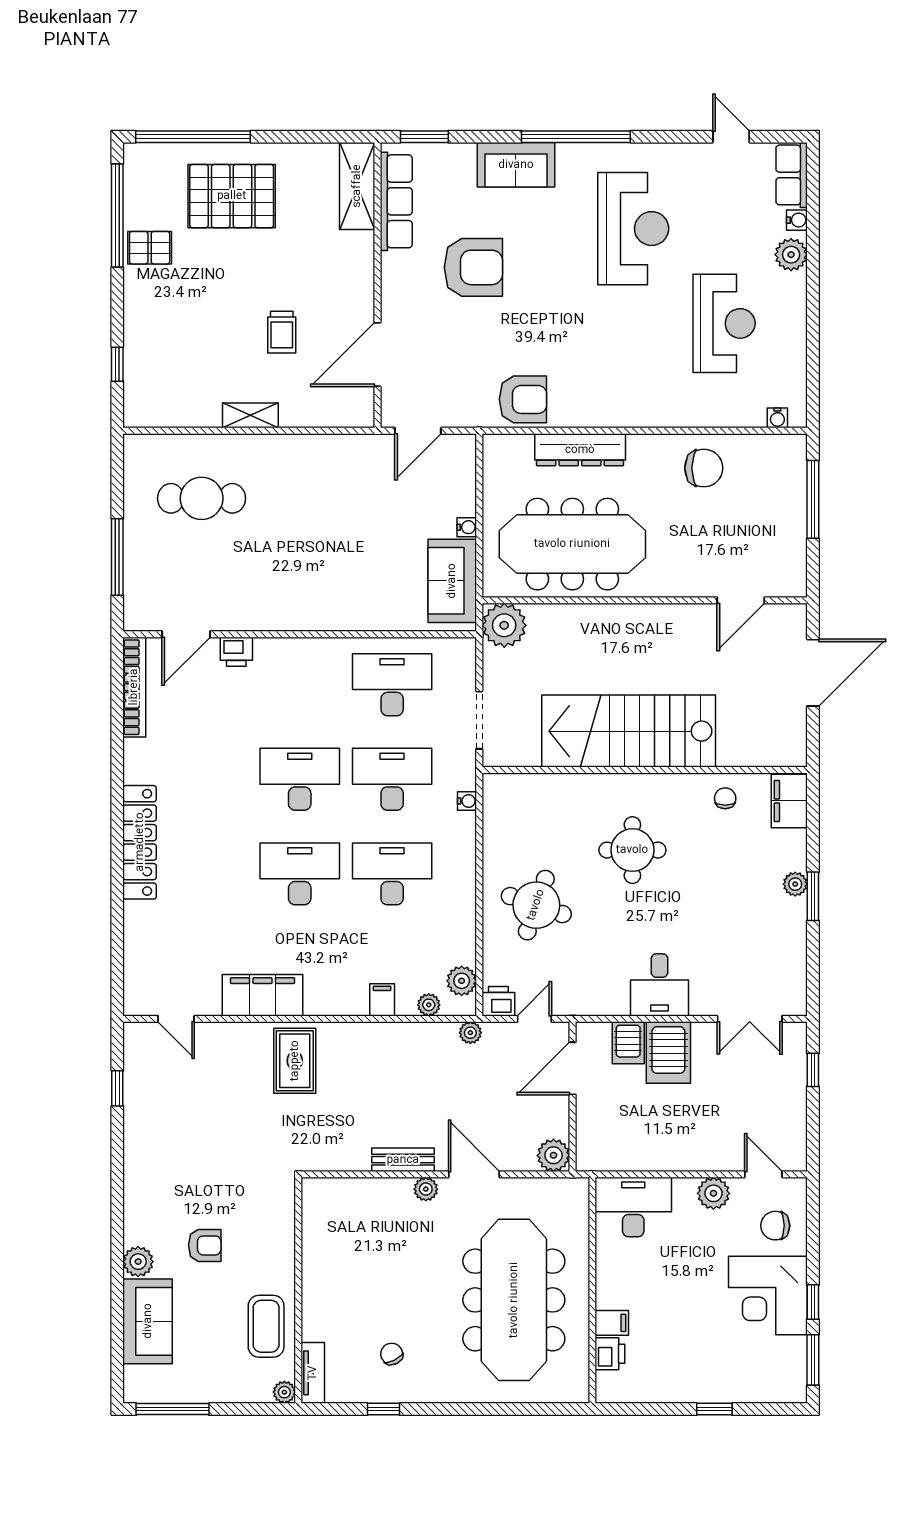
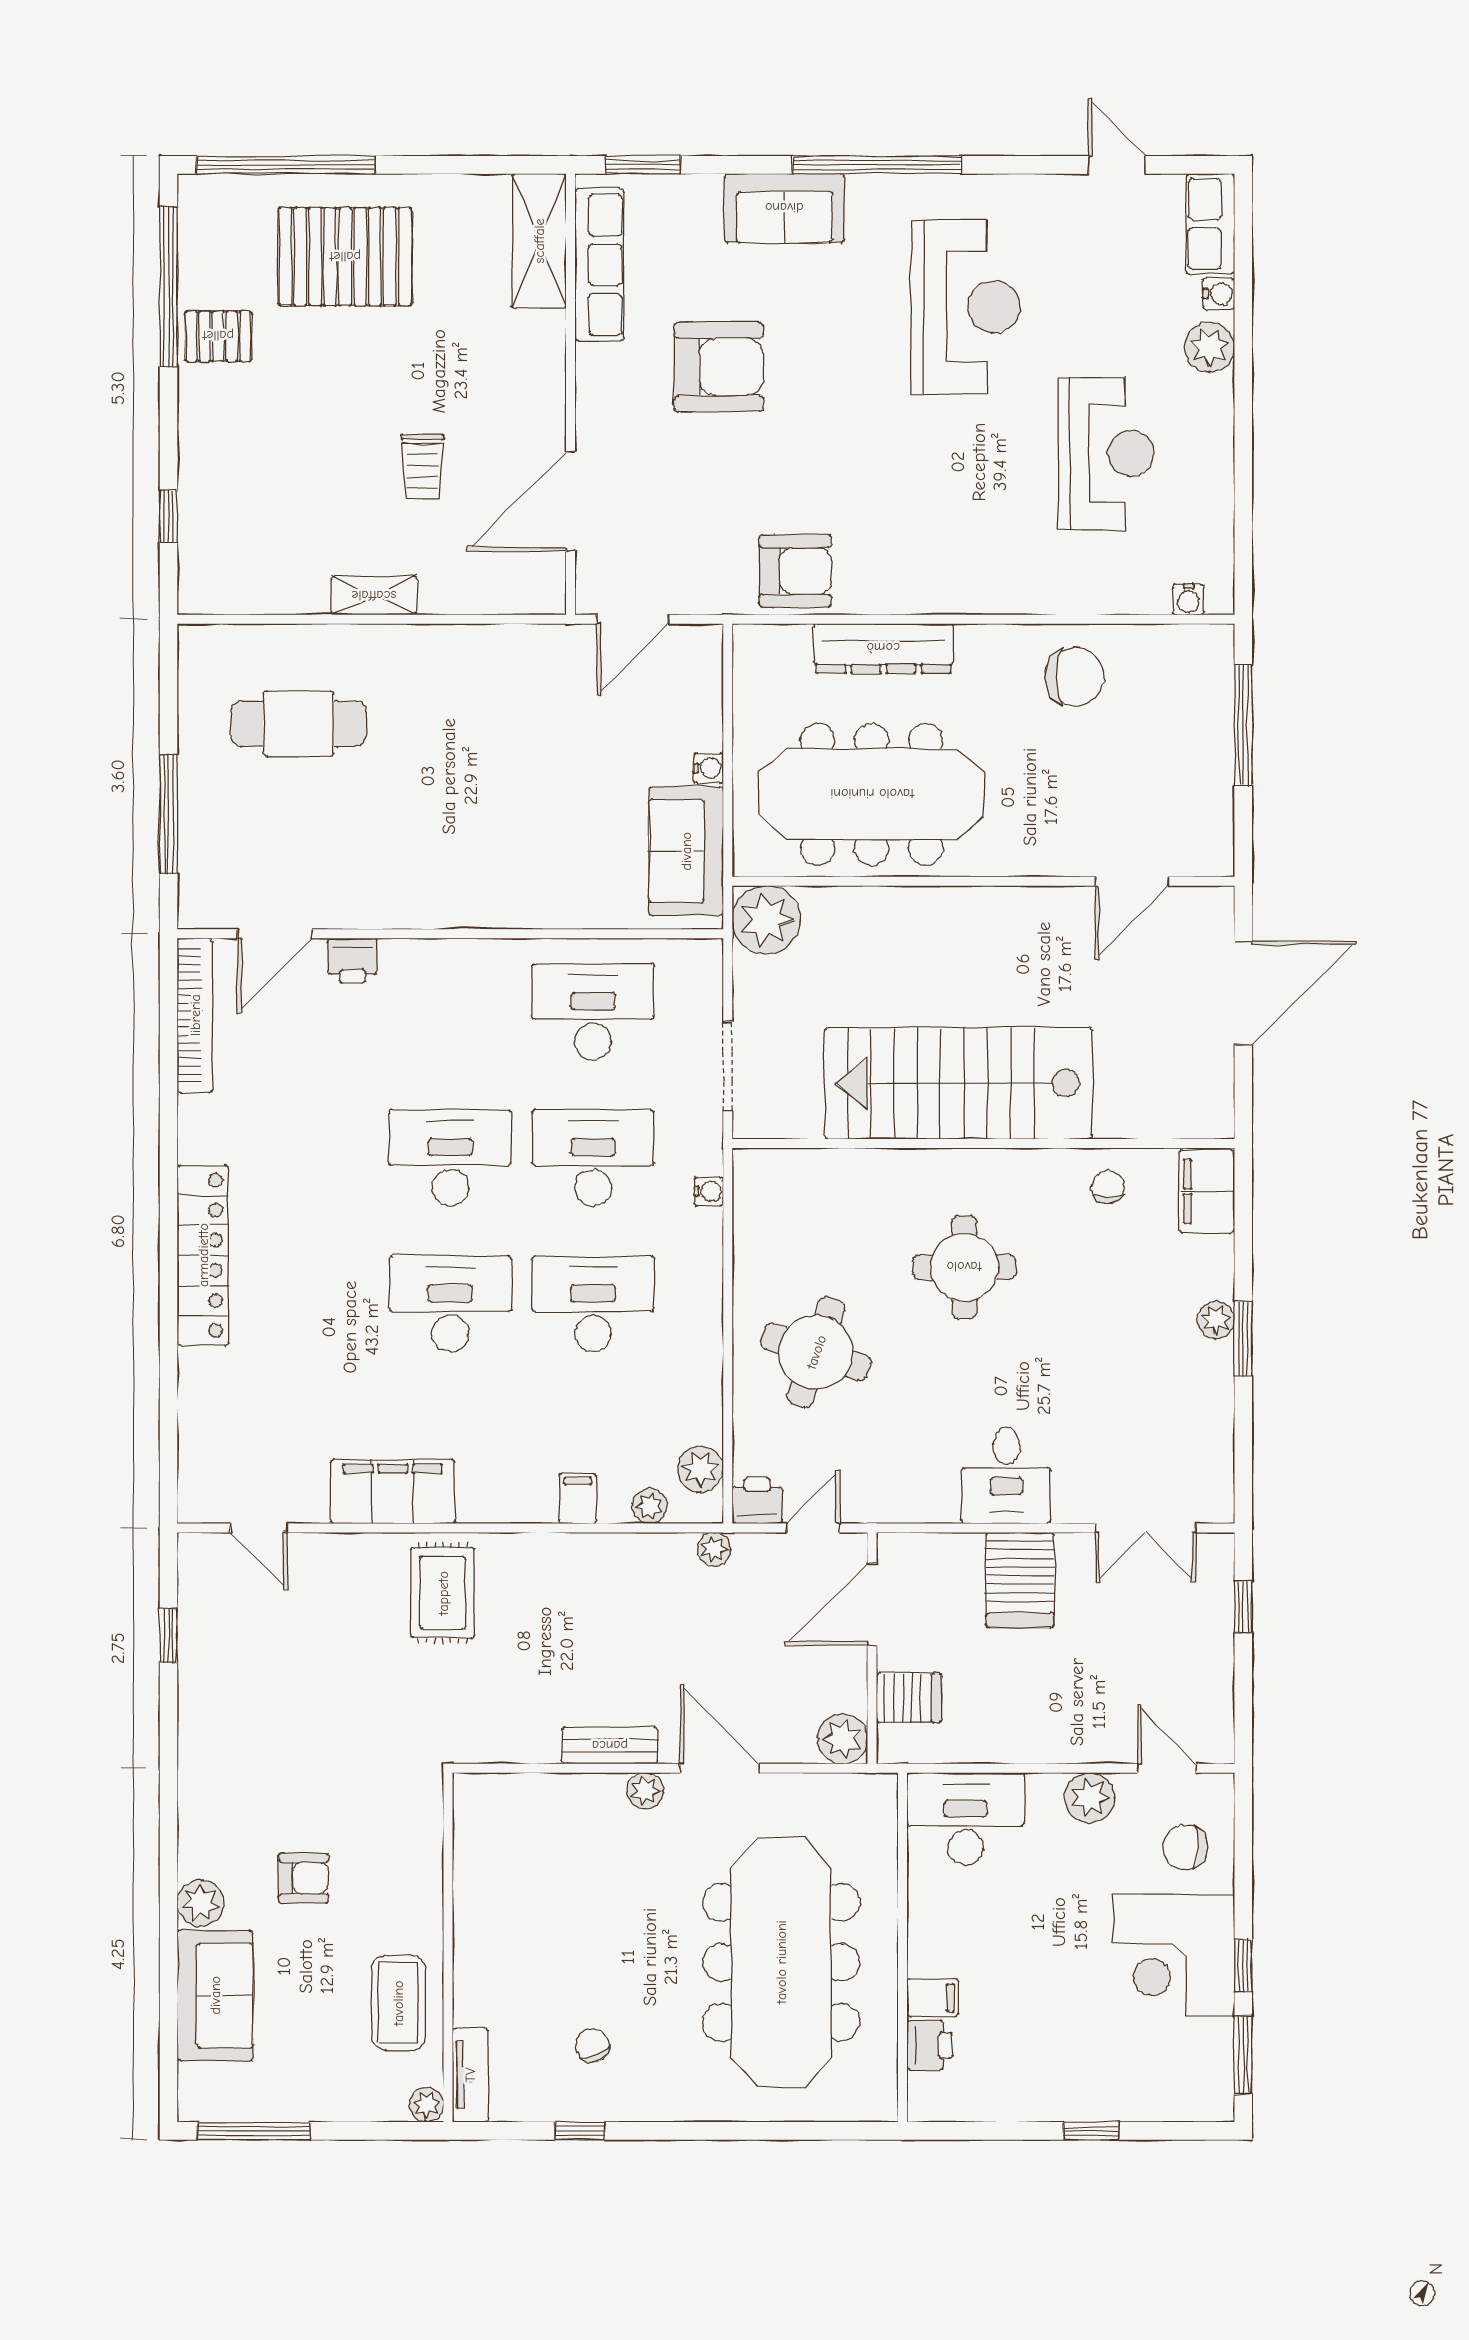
server rack: (628, 1043) -> (909, 1698), moved, turned -90

